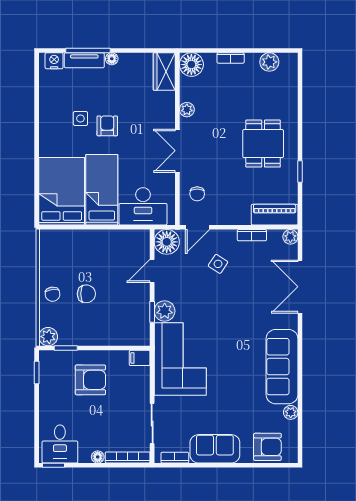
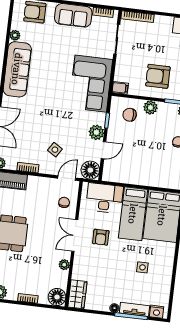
armchair: (107, 126) -> (101, 237), moved
double door: (177, 151) -> (75, 235), swing flipped
chair: (86, 294) -> (130, 115), moved
plant: (165, 311) -> (96, 132), moved
plant: (95, 336) -> (150, 107), added
floor lamp: (98, 457) -> (159, 20), removed

